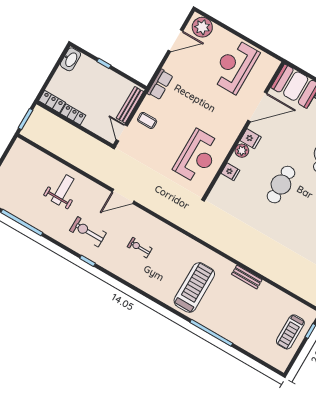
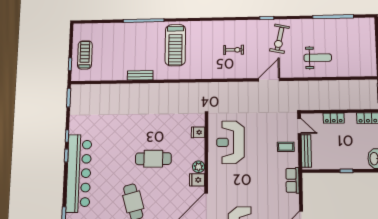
locker: (73, 114) -> (334, 118), moved
fridge: (230, 172) -> (198, 132), moved
cafe table: (281, 185) -> (153, 159), turned 90
weight bench: (63, 190) -> (318, 58), turned -90
exercise bike: (88, 232) -> (279, 39), turned 102

